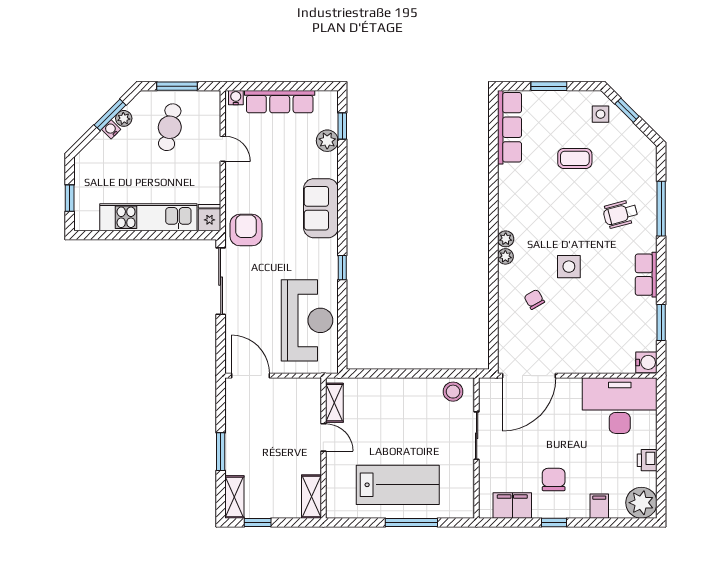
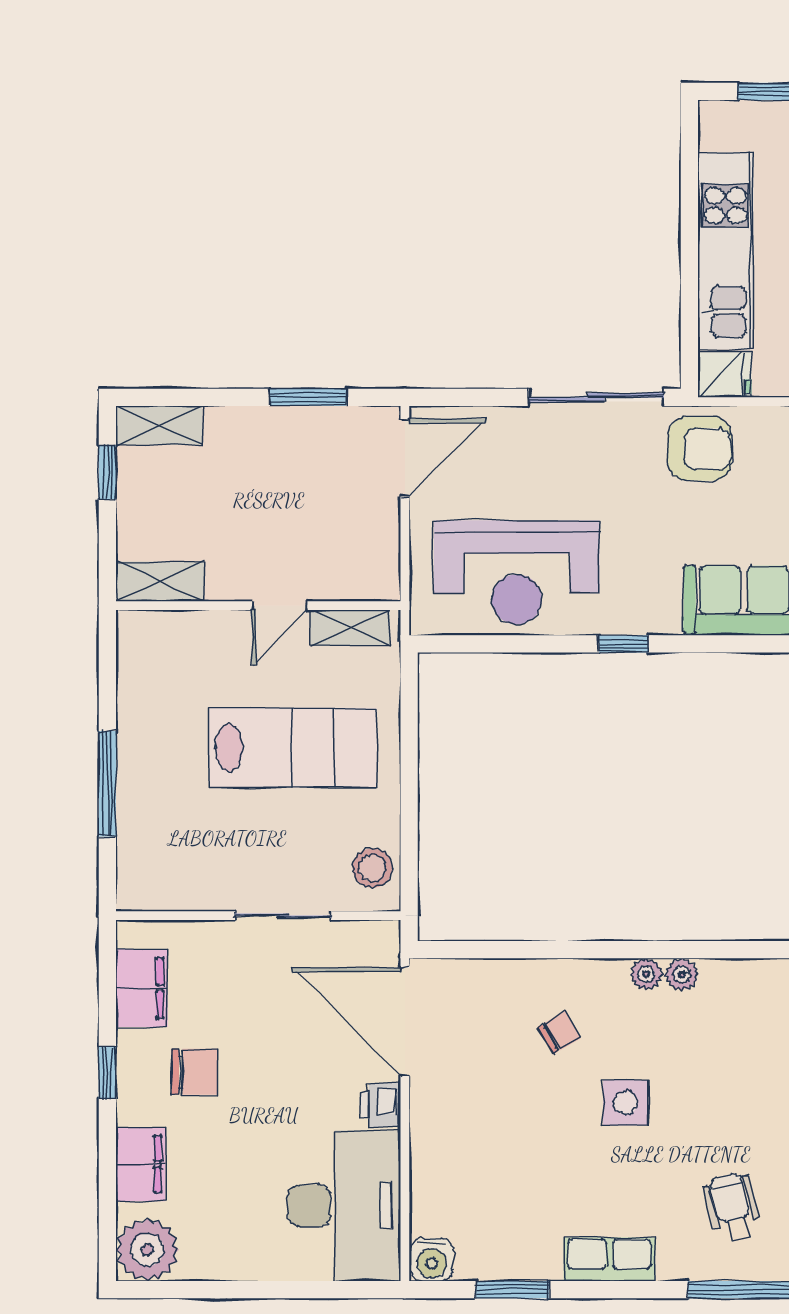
window: (221, 452) -> (308, 397), moved
printer: (647, 460) -> (381, 1105), moved, turned -90
lab bench: (398, 485) -> (293, 748), moved, turned -90
filing cabinet: (599, 506) -> (140, 1164), width x2.00

